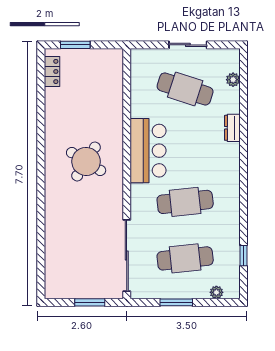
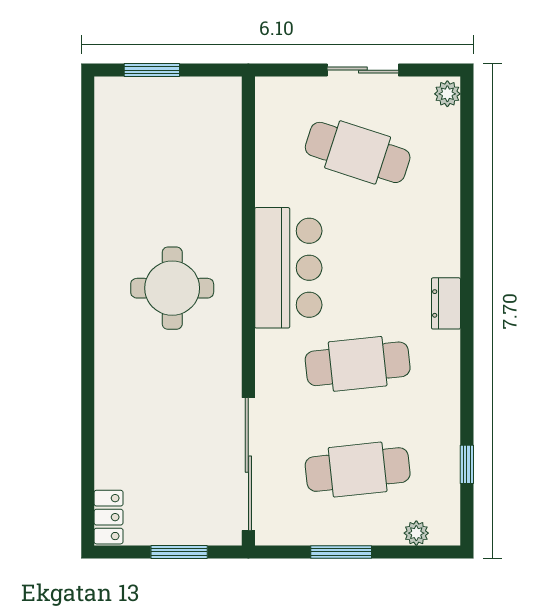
locker: (52, 71) -> (109, 517), moved
plant: (233, 80) -> (447, 94), moved
dresser: (232, 128) -> (446, 303), moved
round table: (86, 161) -> (172, 288), turned -32

